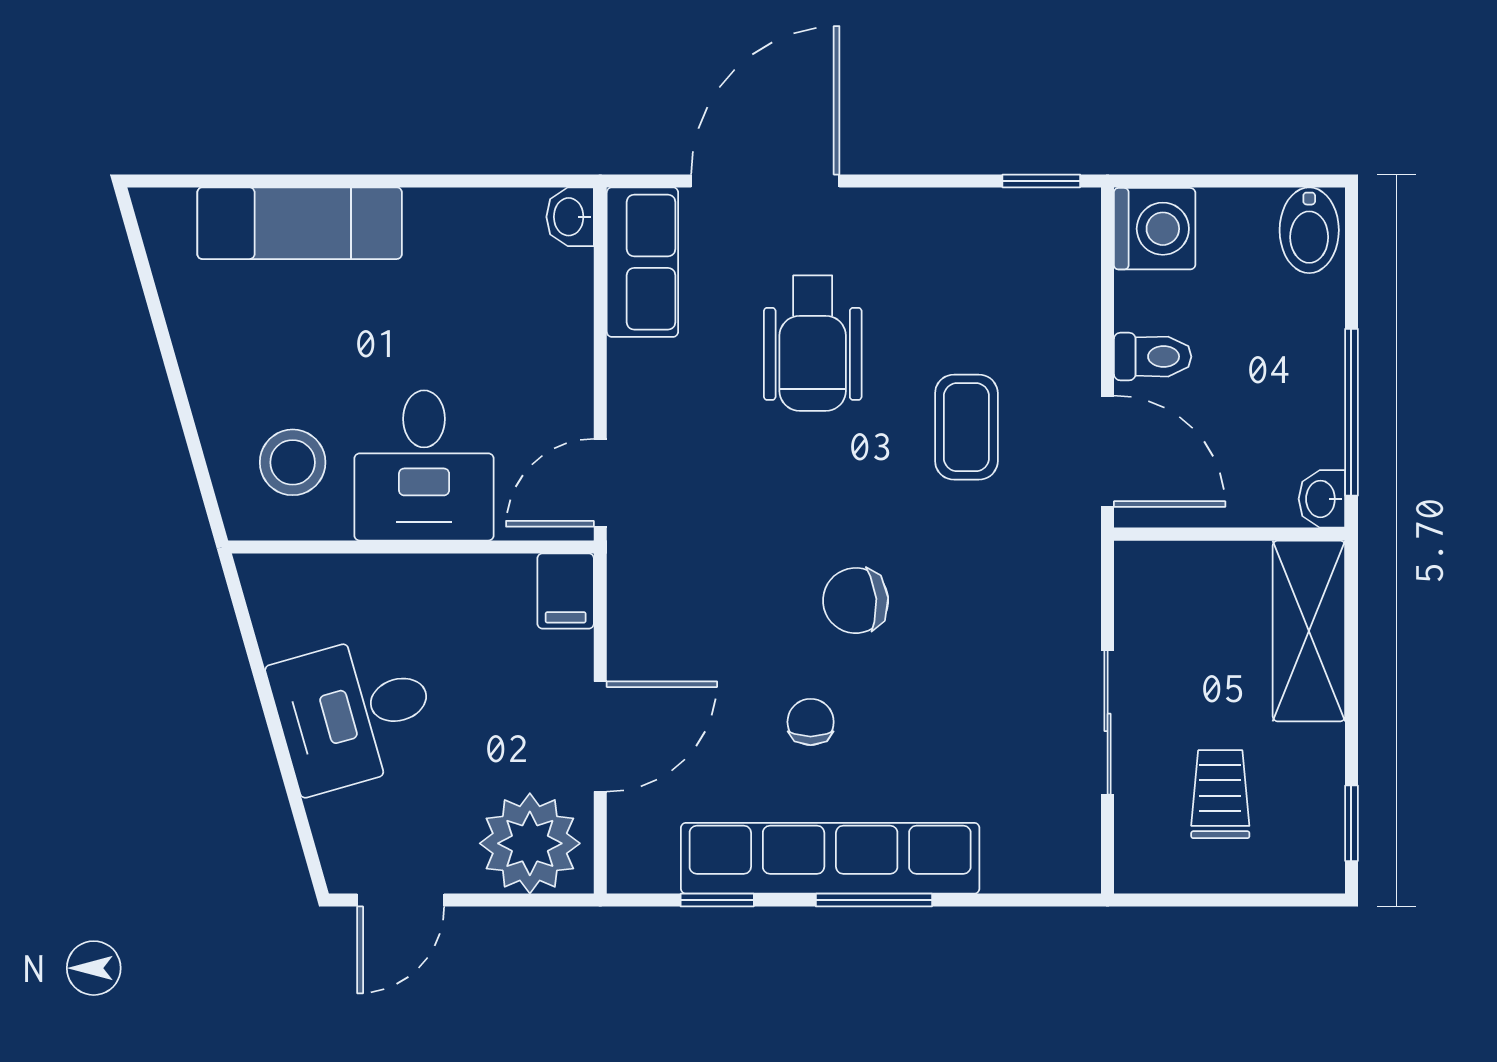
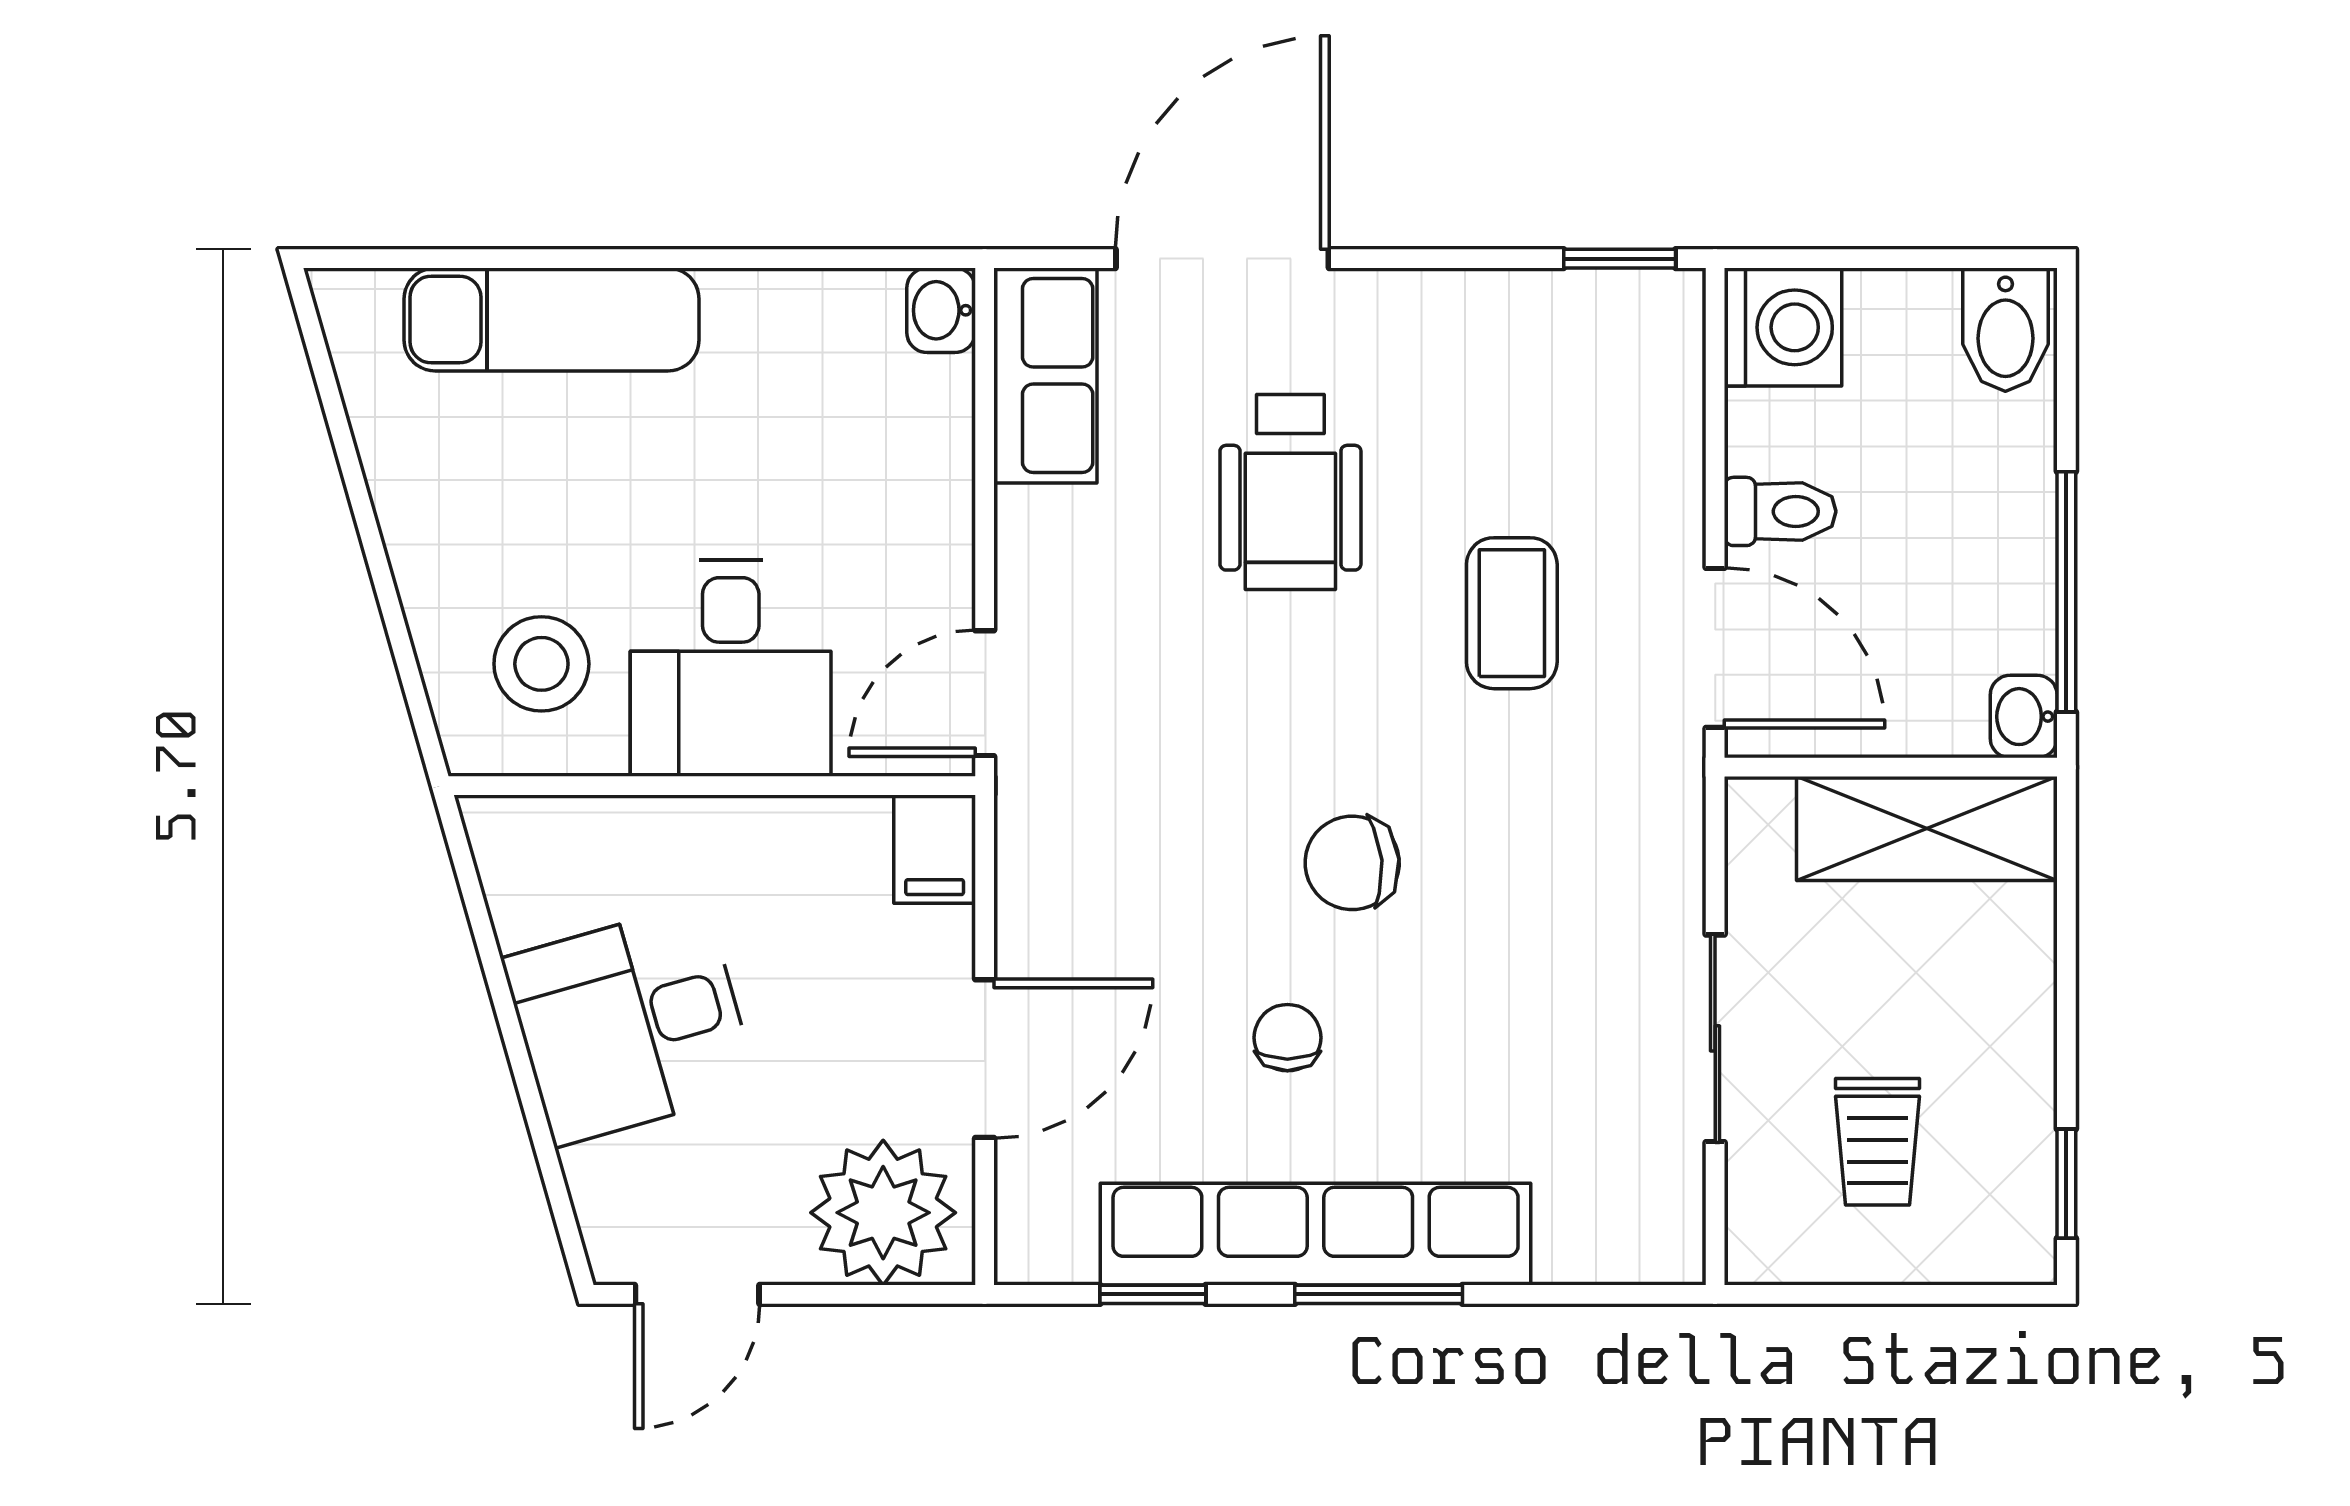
shelving: (1309, 631) -> (1927, 829), moved, turned 90
trolley: (1220, 794) -> (1877, 1142), turned 180

